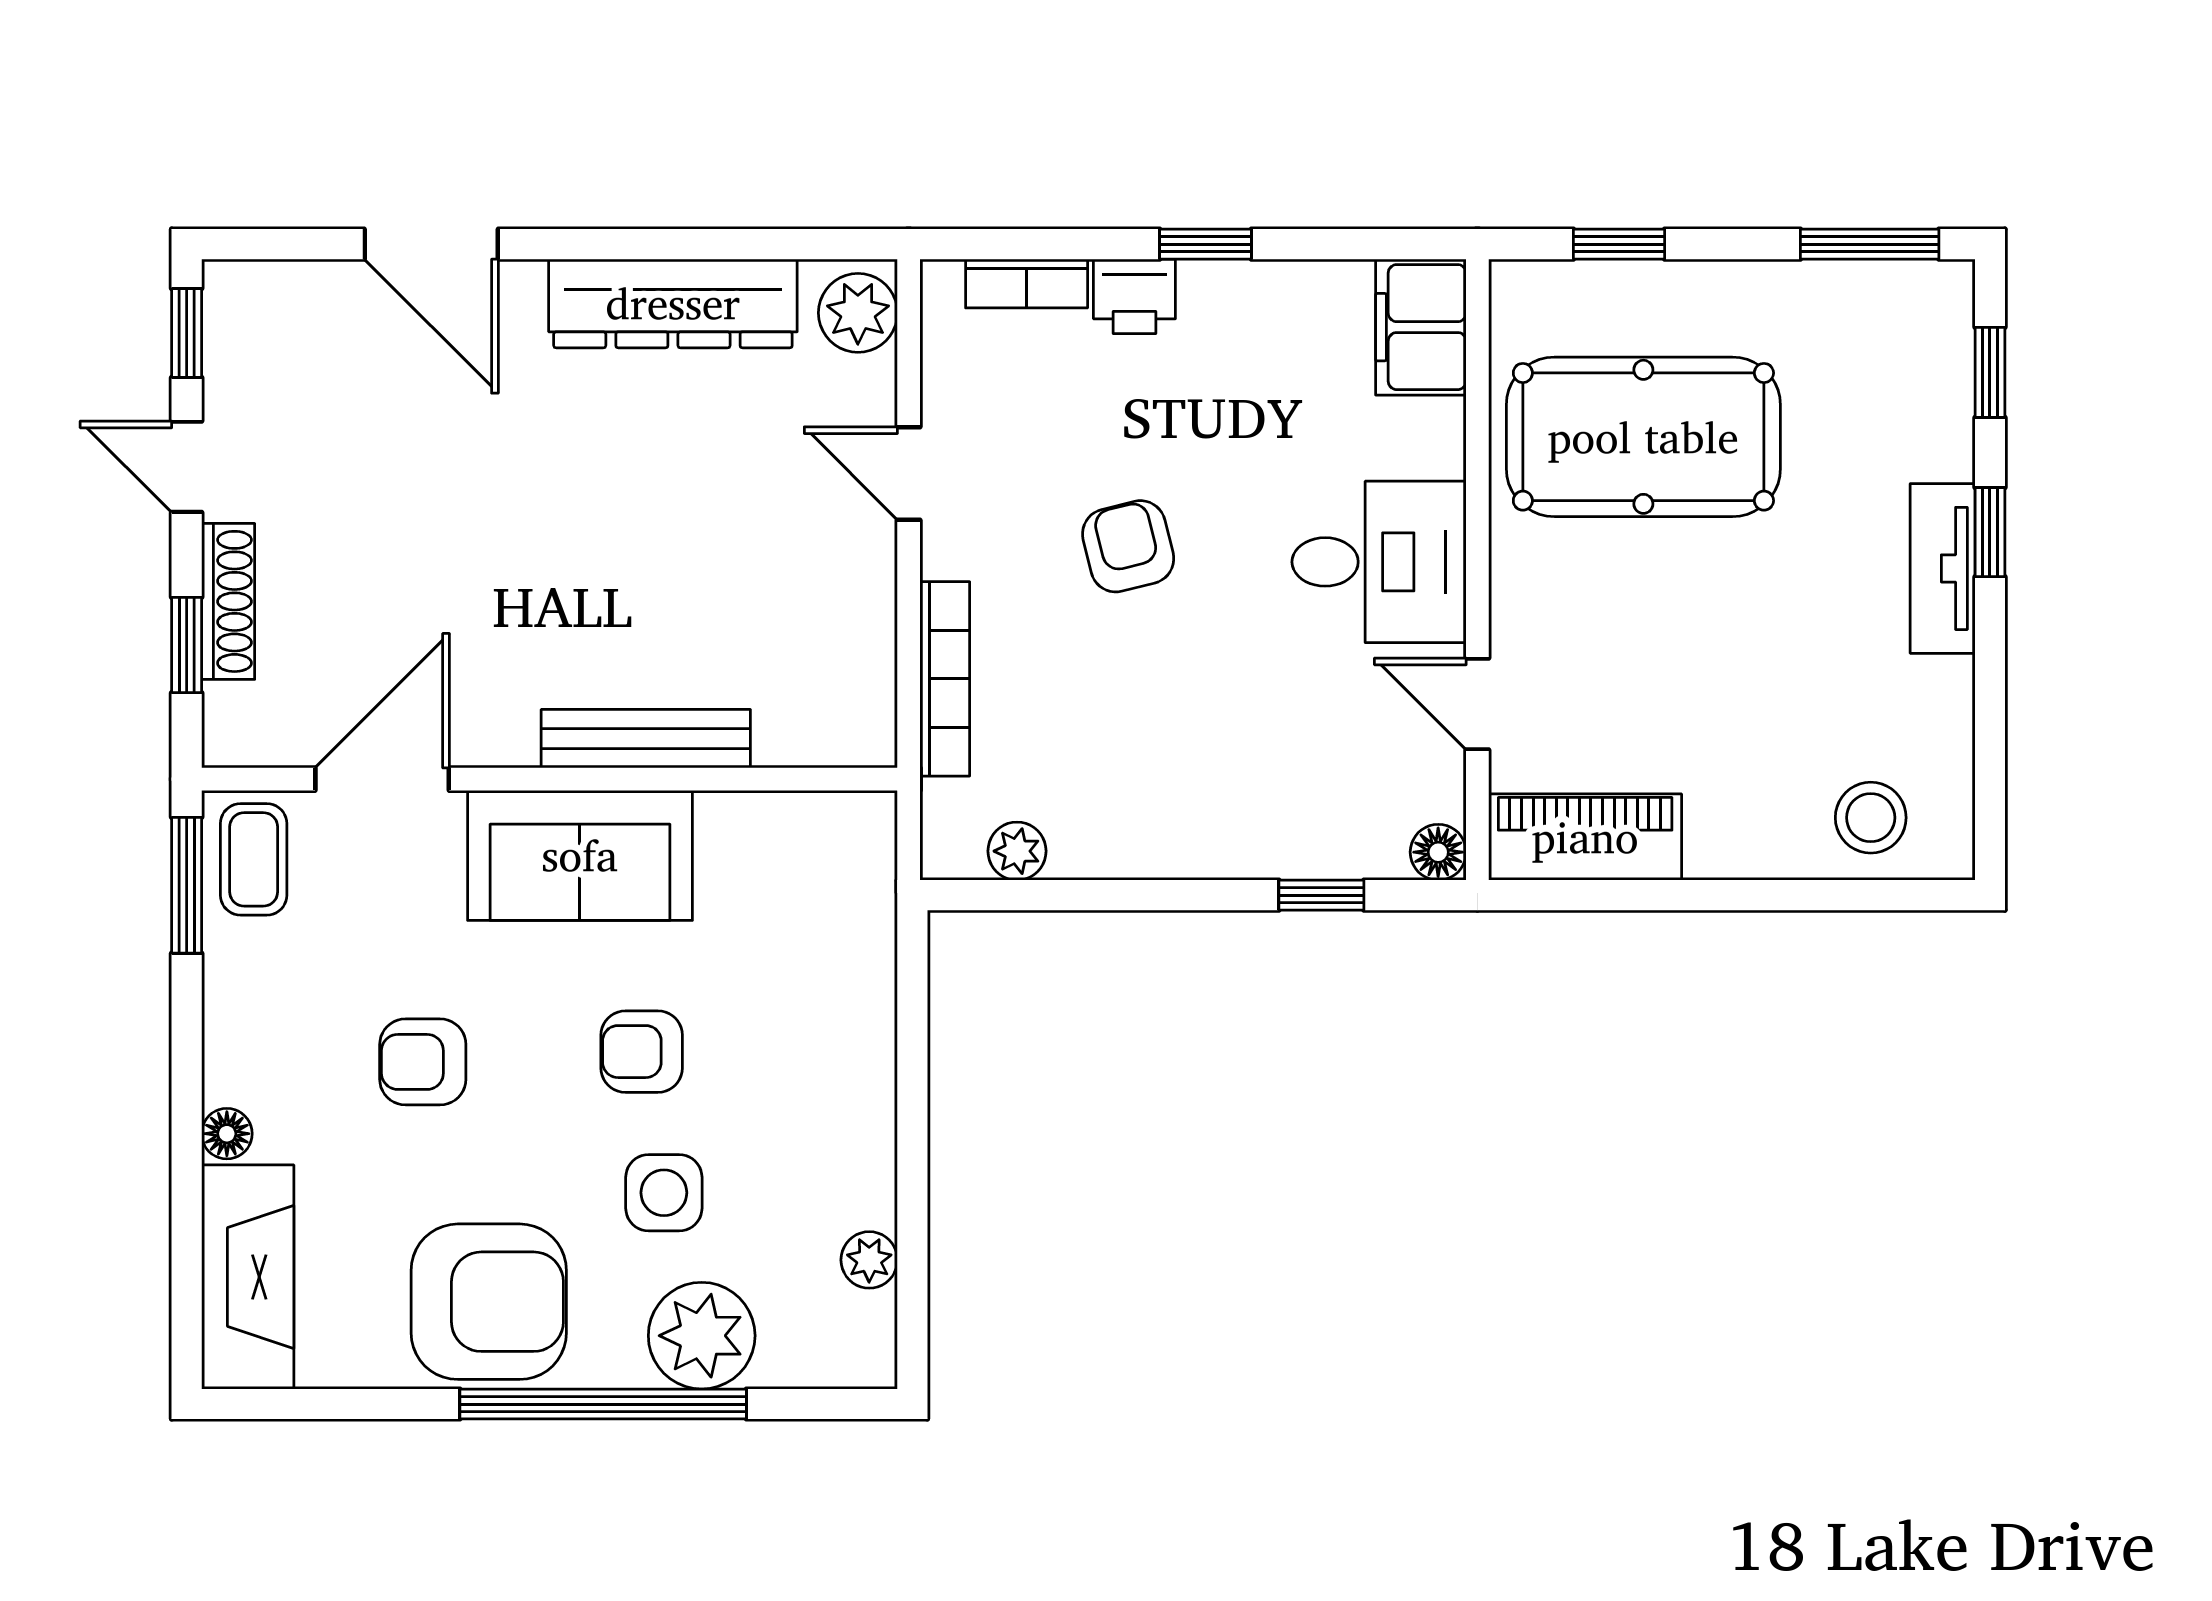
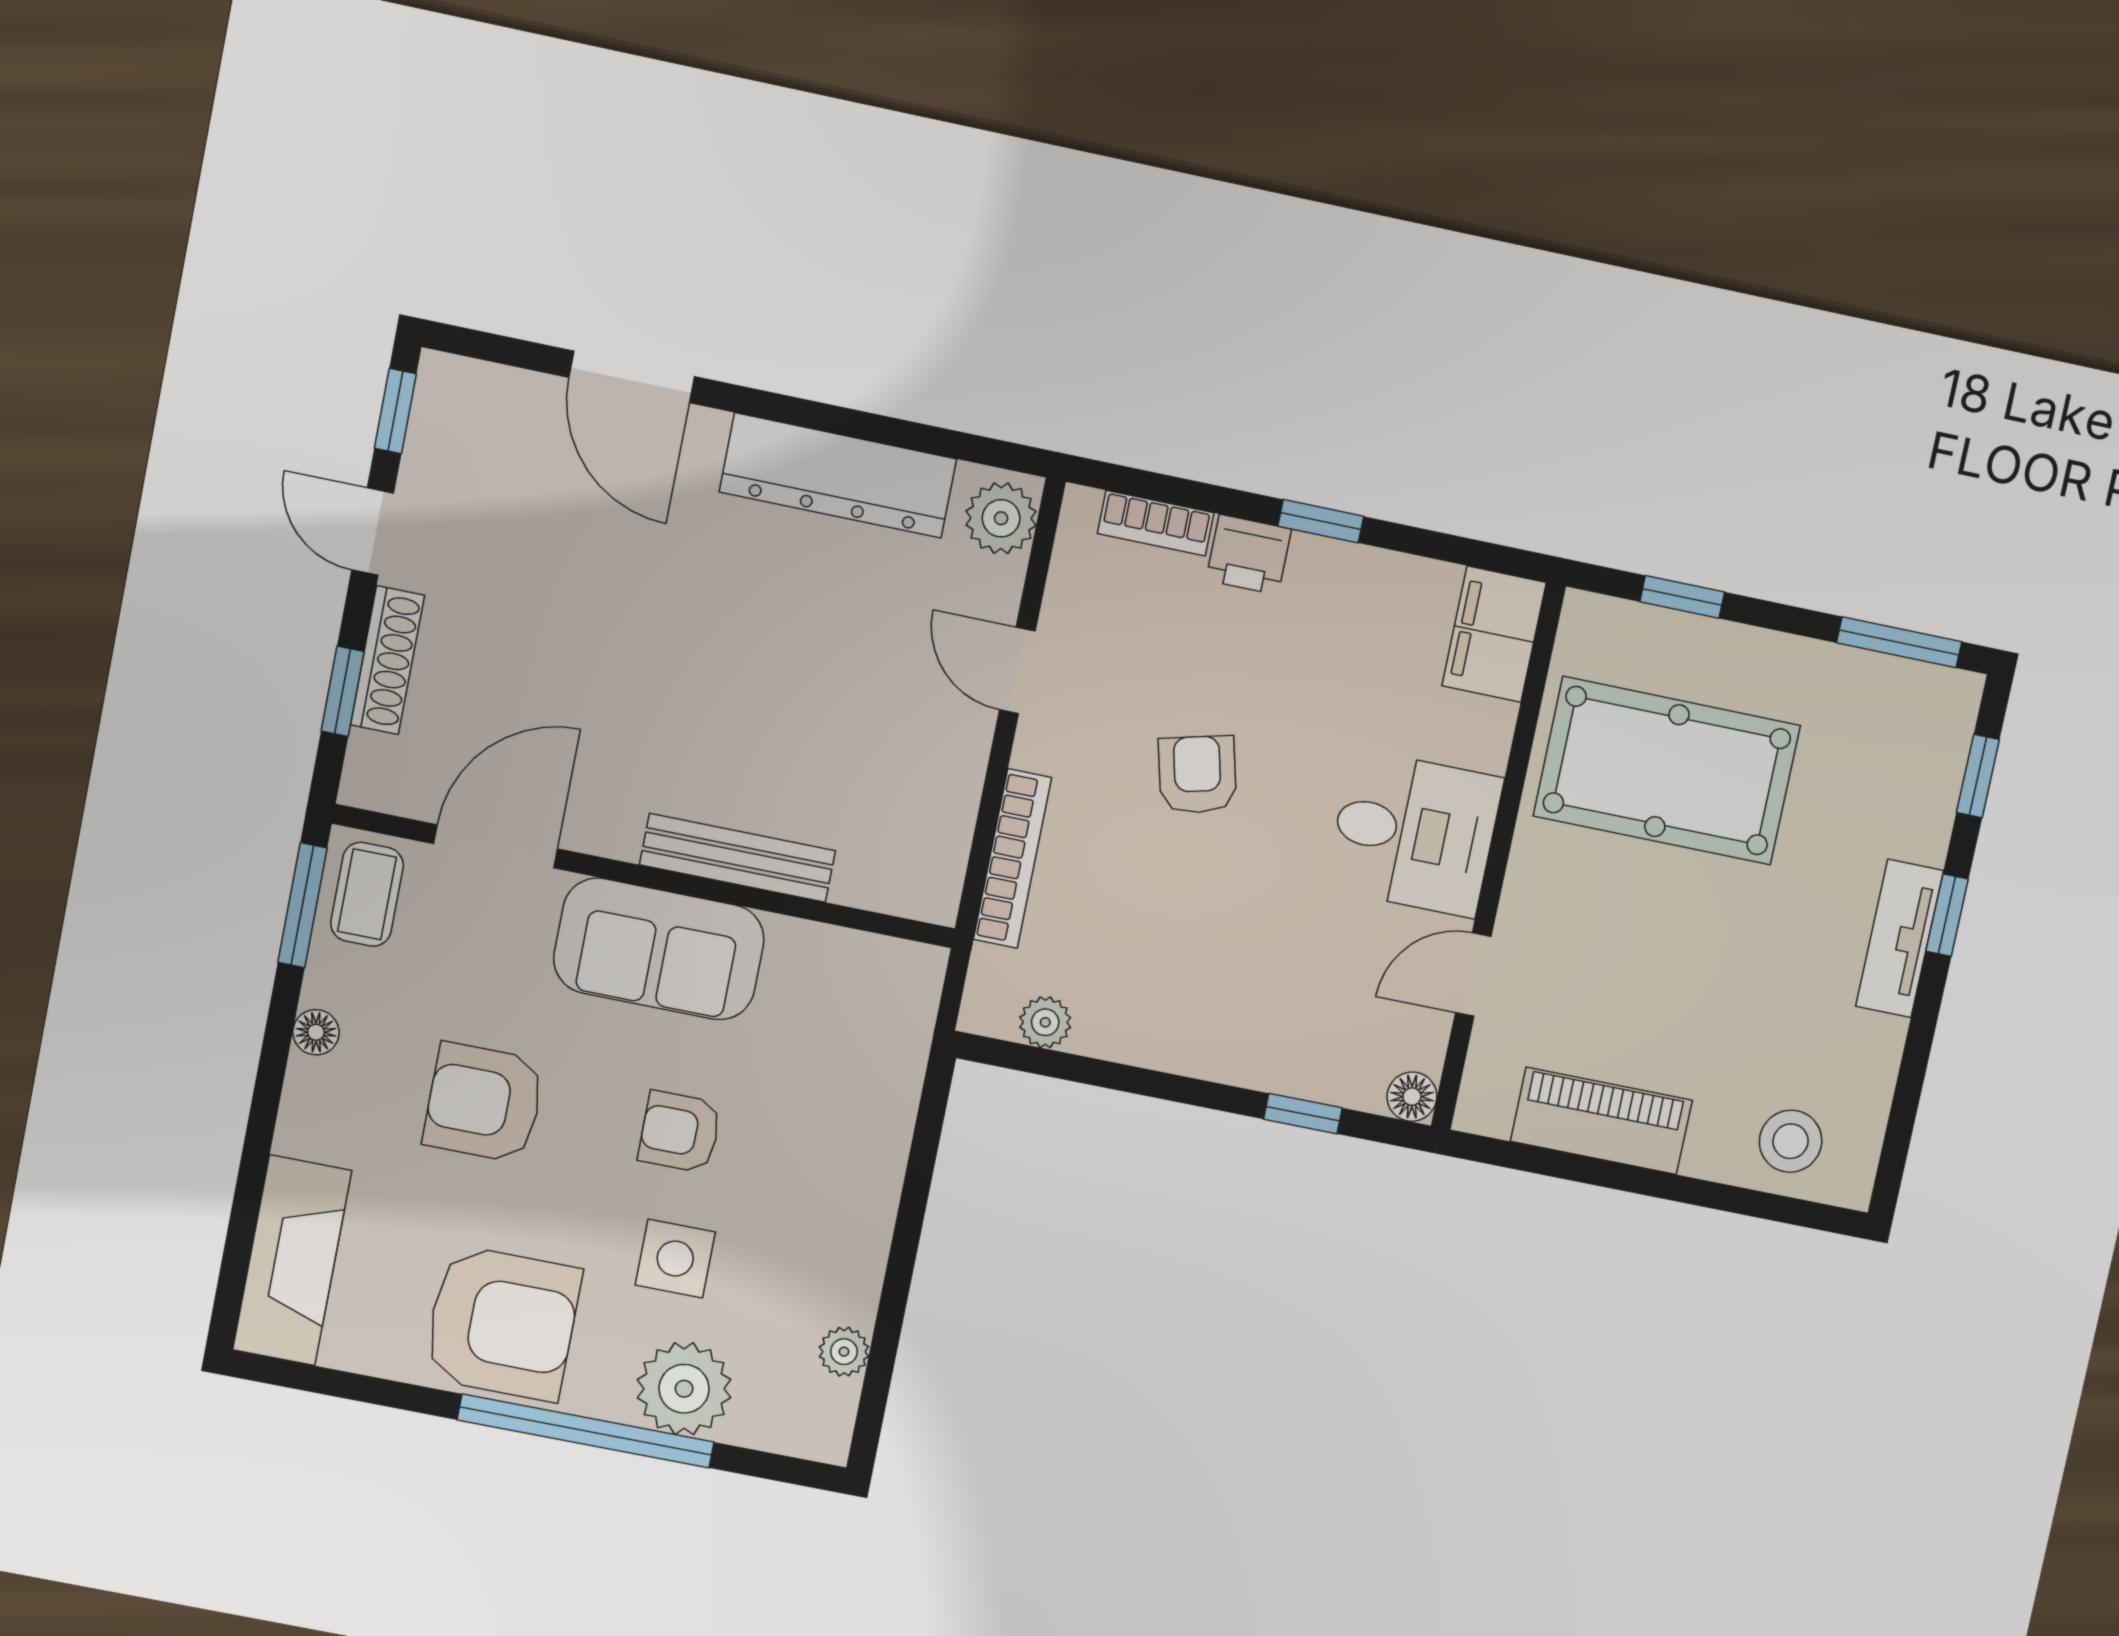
door: (1477, 704) -> (1473, 975), hinge flipped
piano: (1585, 837) -> (1601, 1121), moved
armchair: (423, 1062) -> (484, 1103), width x1.38, depth x1.38
floor lamp: (227, 1134) -> (316, 1032), moved

